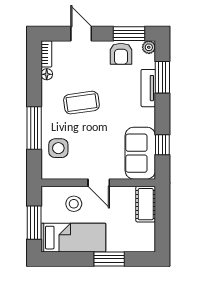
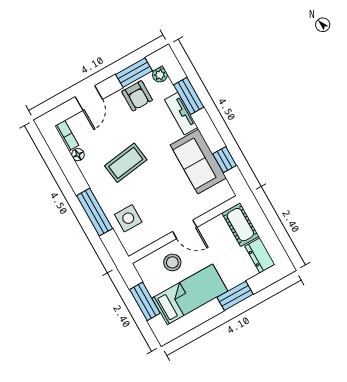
door: (81, 34) -> (89, 98), swing flipped
sofa: (140, 153) -> (198, 162), moved
dresser: (147, 238) -> (260, 255), added

